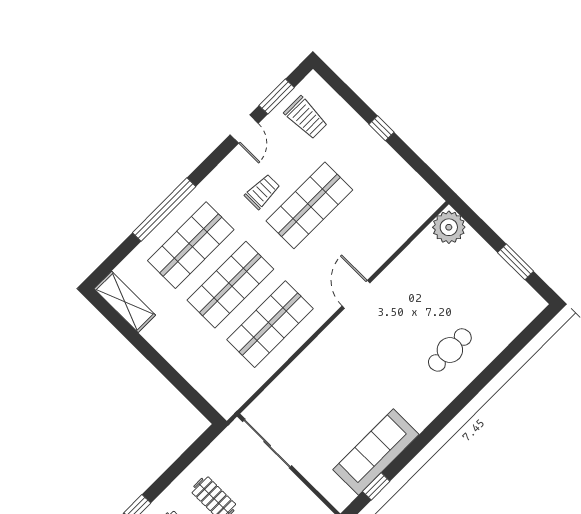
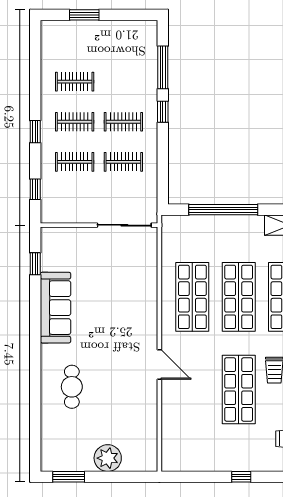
plant: (449, 227) -> (108, 458), moved
window: (516, 262) -> (69, 477), moved
window: (169, 372) -> (223, 210), added
sofa: (376, 452) -> (56, 308), moved

